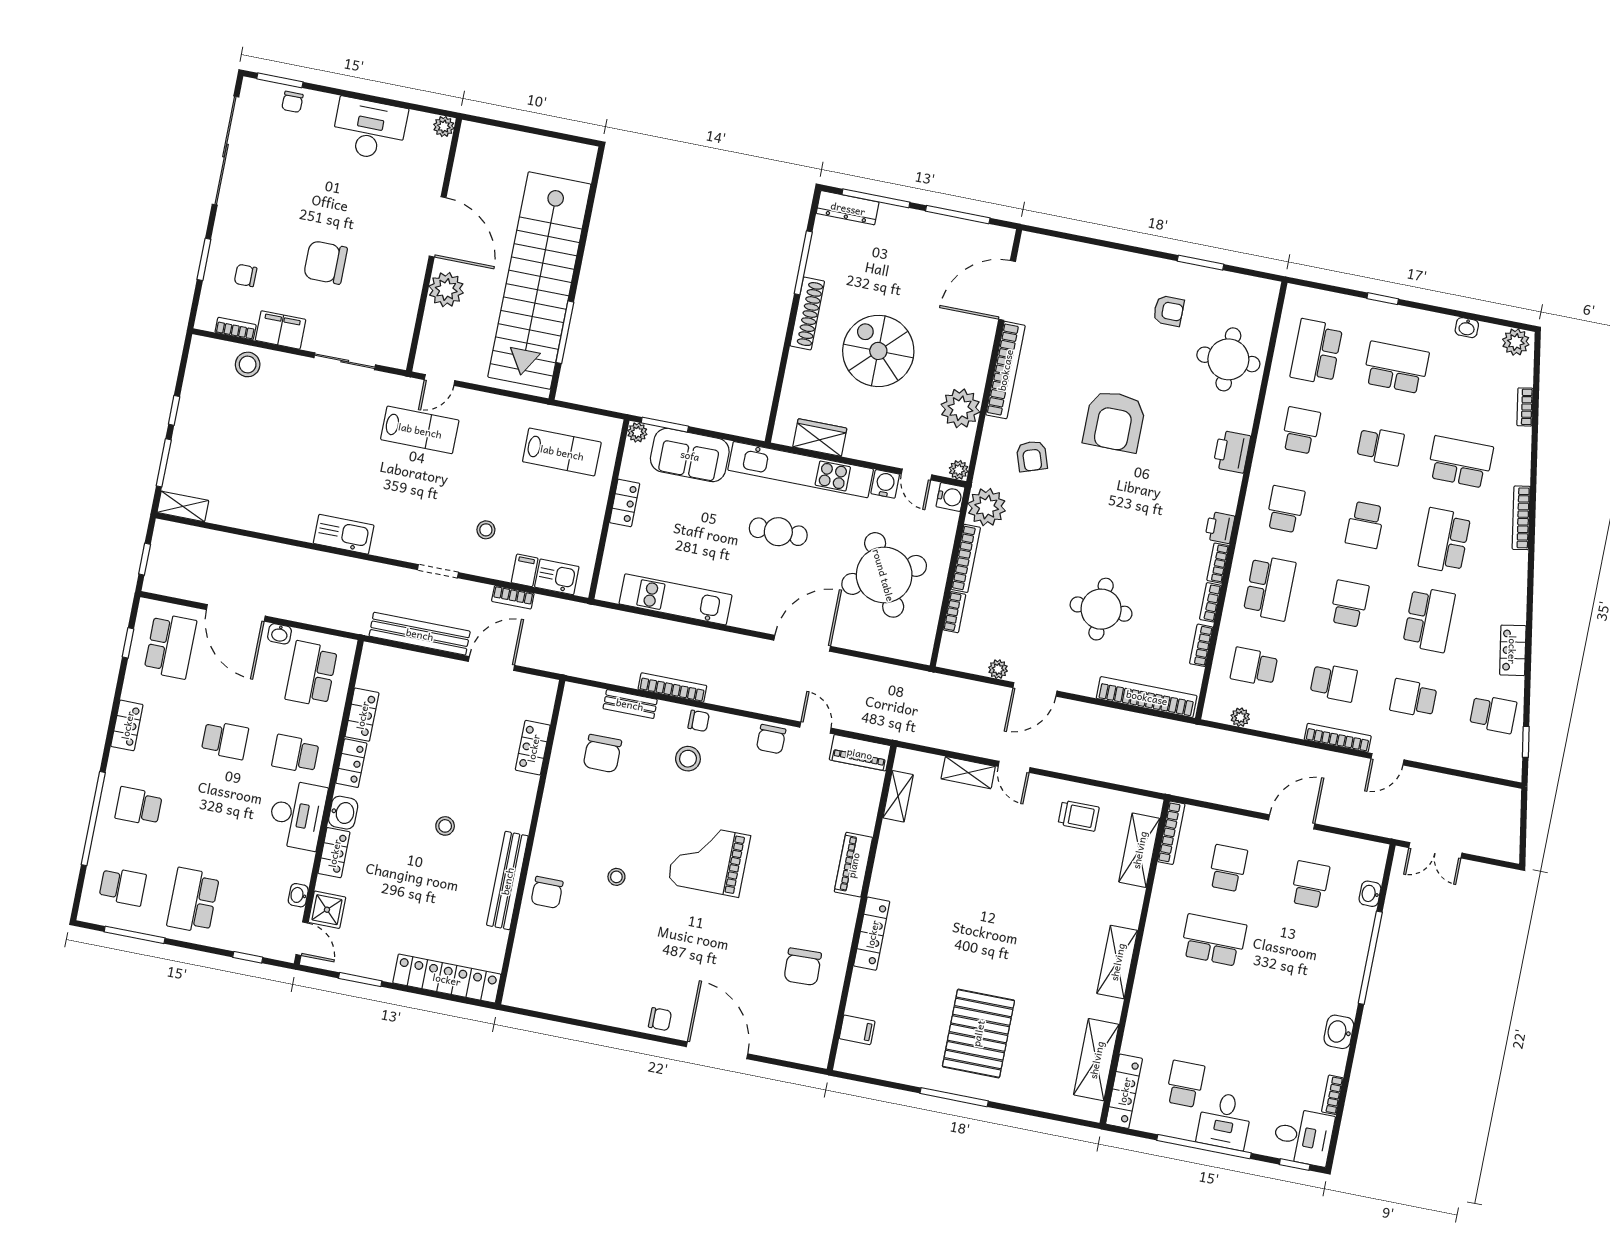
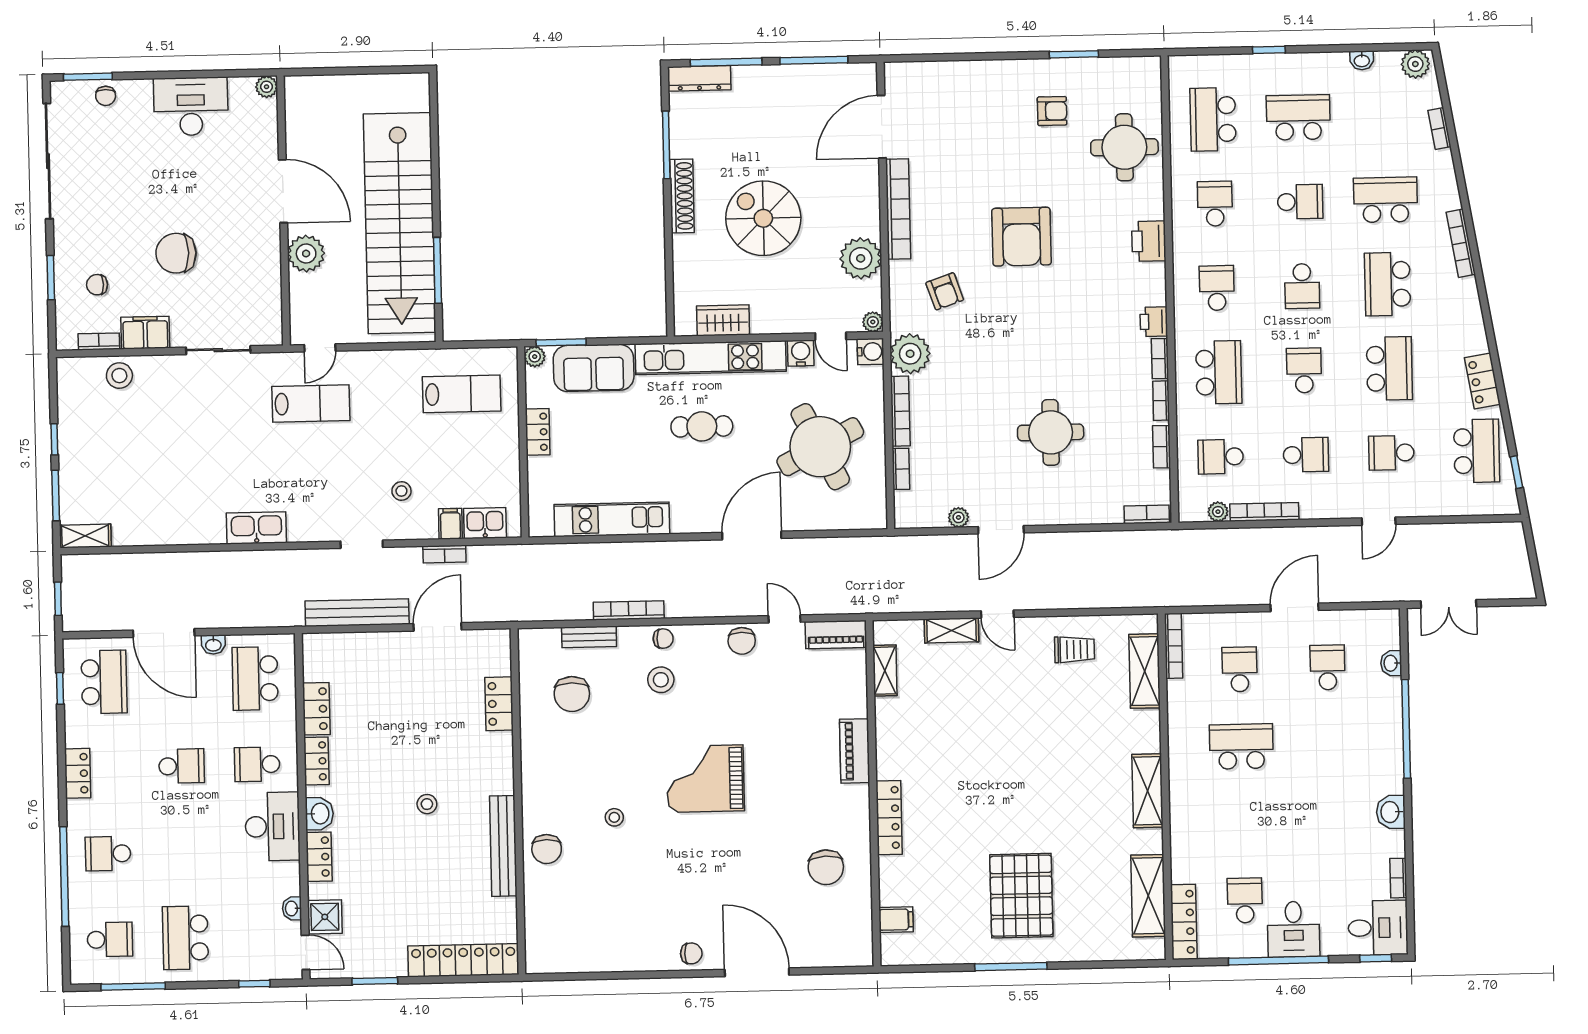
bookcase: (1147, 697) -> (1147, 514), width x0.43, depth x0.76
school desk: (1493, 714) -> (1477, 451), width x1.85
bookcase: (1338, 738) -> (1264, 512), moved

